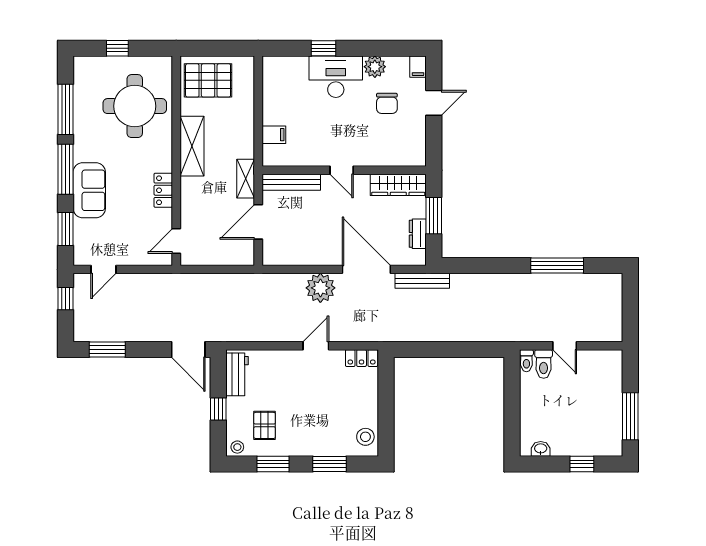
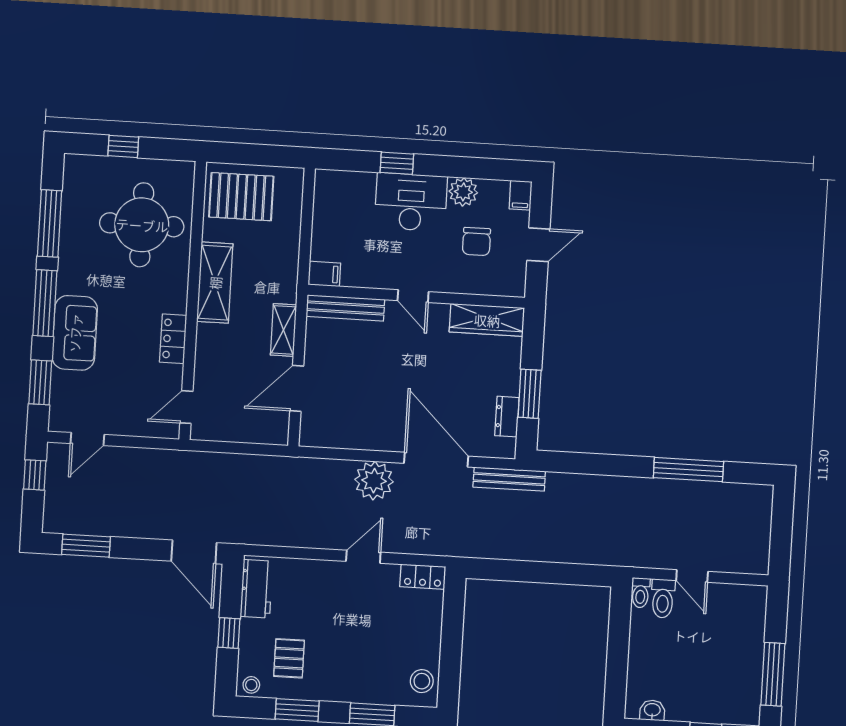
door: (342, 170) -> (413, 296), moved
wall: (344, 170) -> (416, 296), moved
bench: (291, 182) -> (345, 308), moved
wardrobe: (398, 185) -> (487, 320), moved

